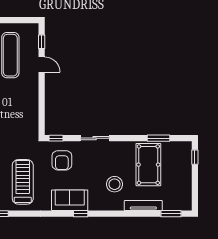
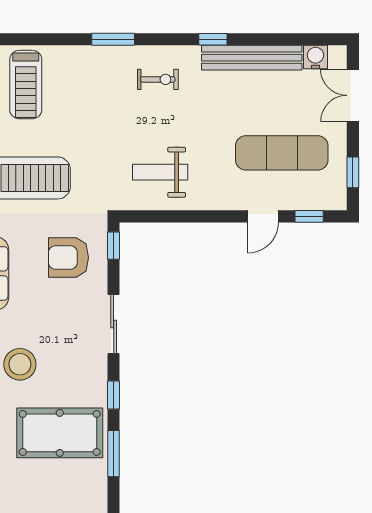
window: (20, 20) -> (353, 172), added
weight bench: (20, 115) -> (160, 172), added
window: (130, 138) -> (114, 395), added

